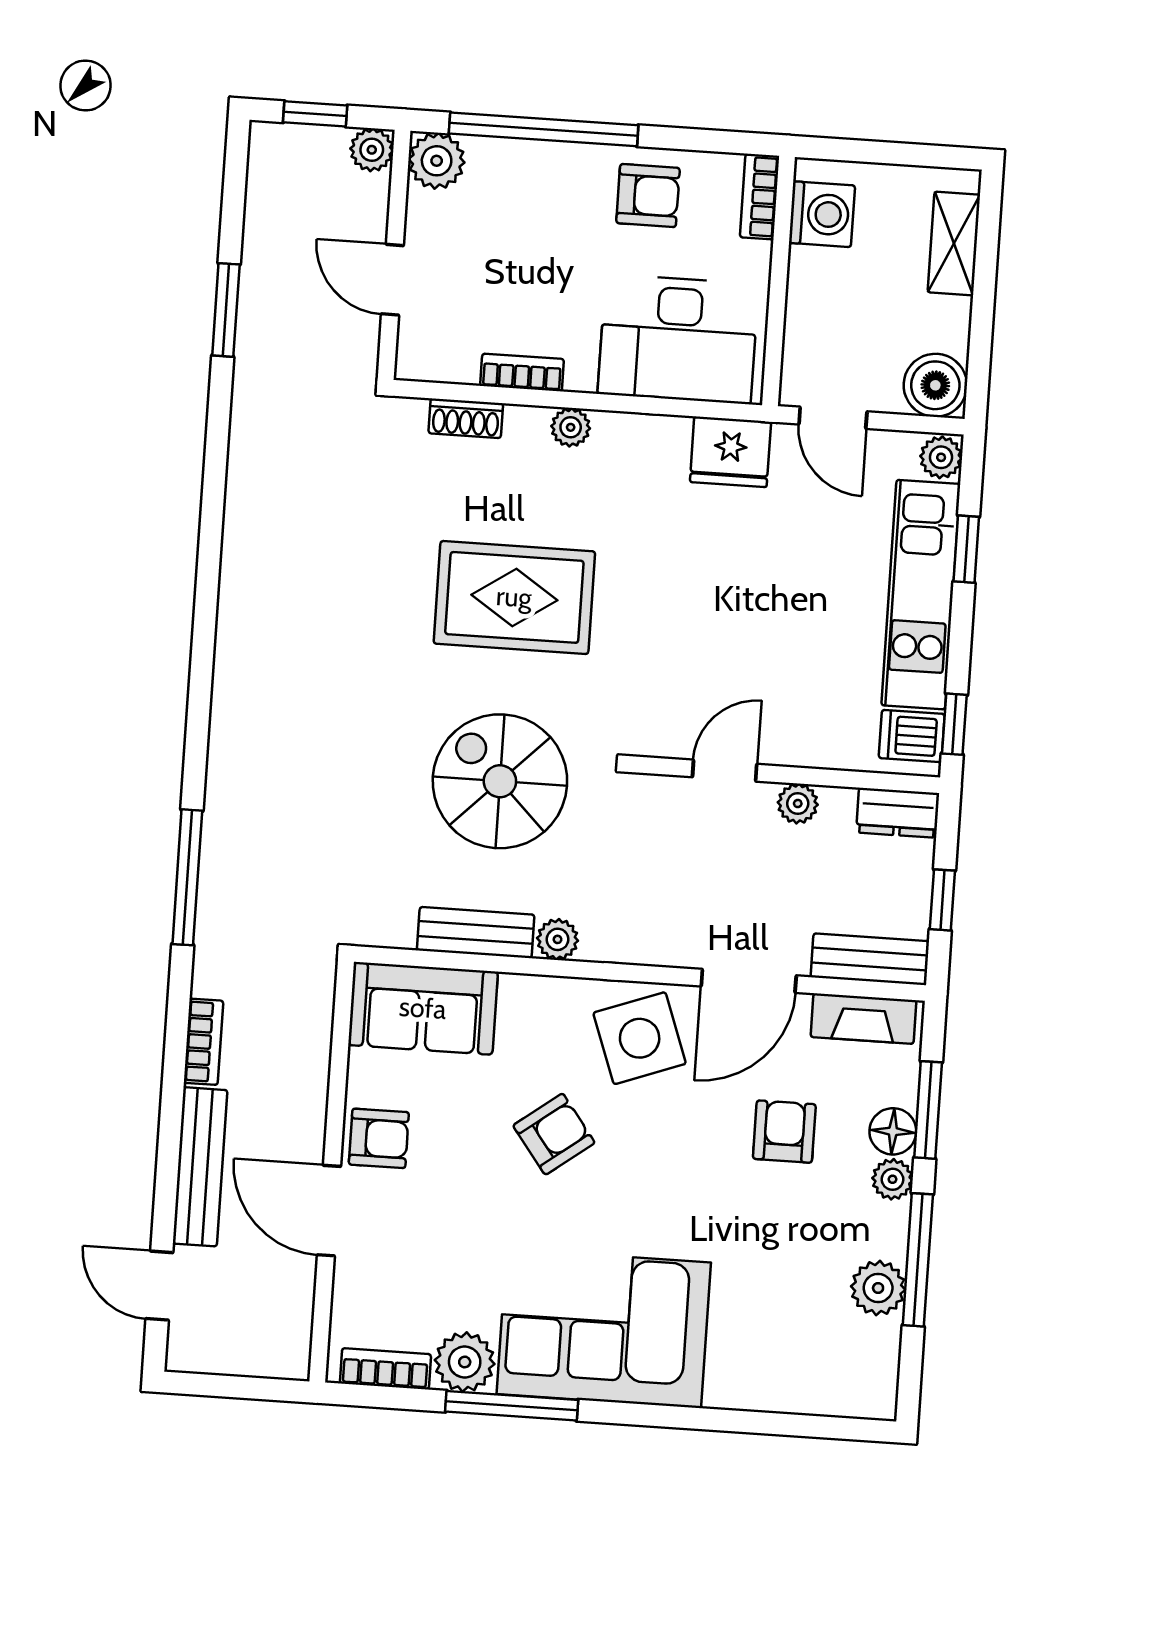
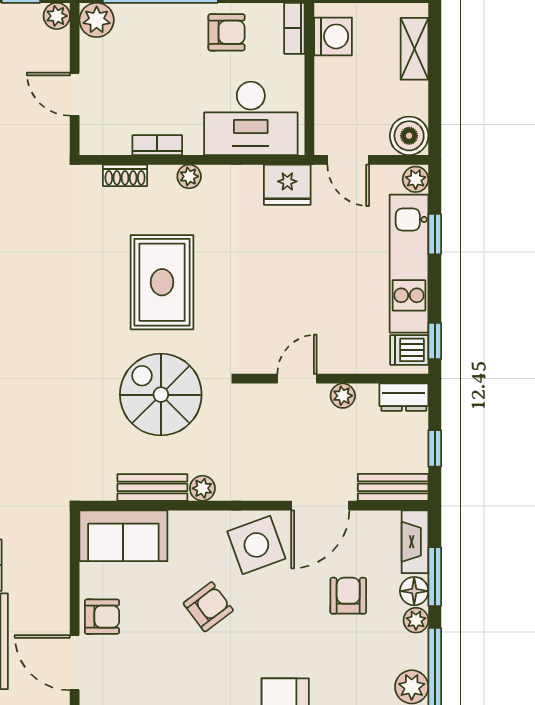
rug: (514, 597) -> (162, 282), turned 90
fireplace: (864, 1019) -> (415, 542), moved, turned 90

